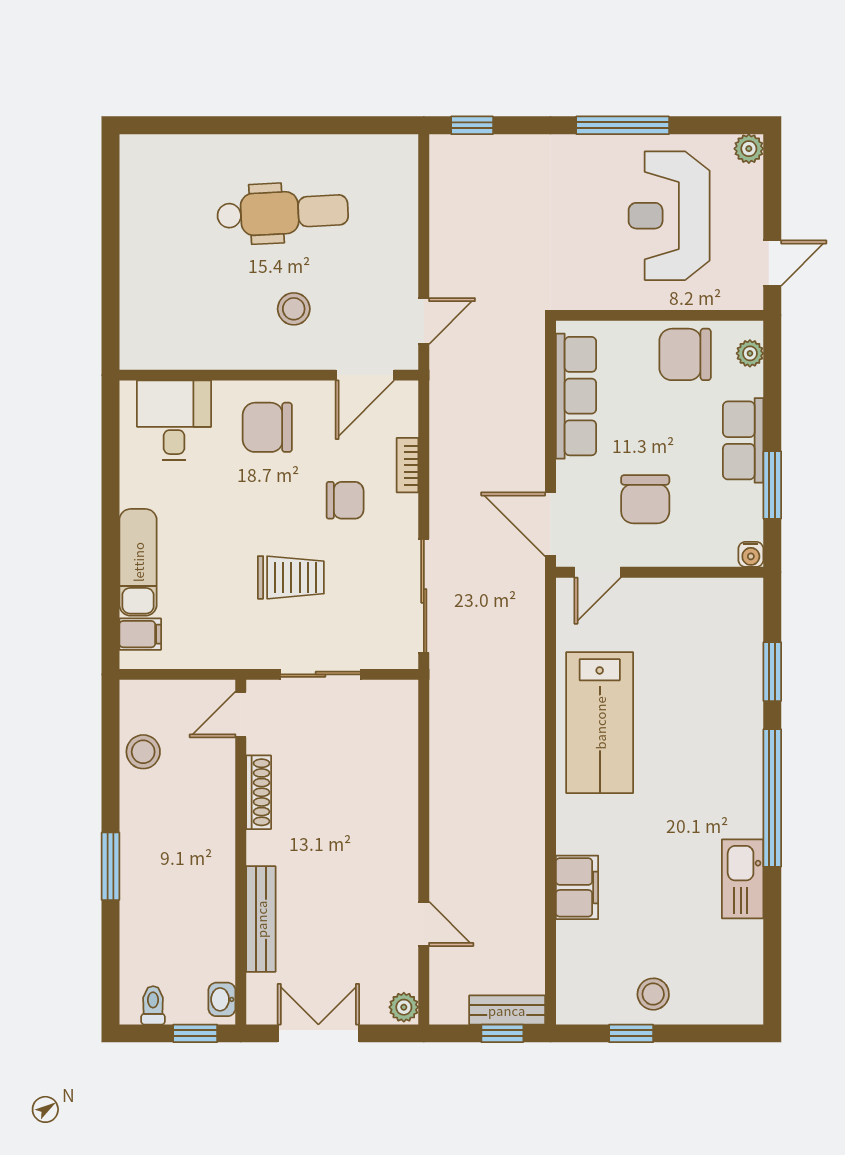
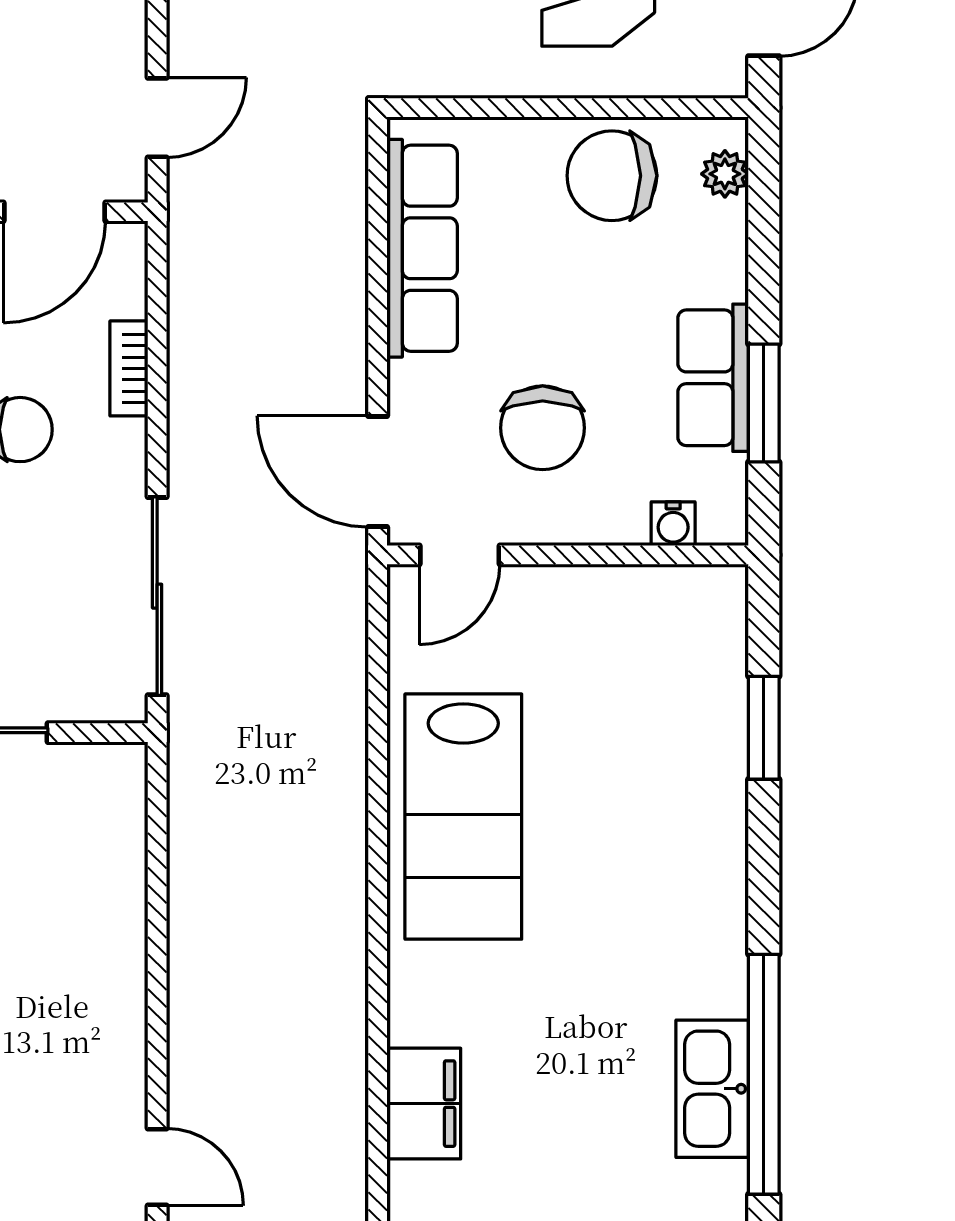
row of seats: (743, 440) -> (713, 378), moved
water cooler: (751, 554) -> (673, 524), moved
window: (772, 798) -> (764, 1074), moved

